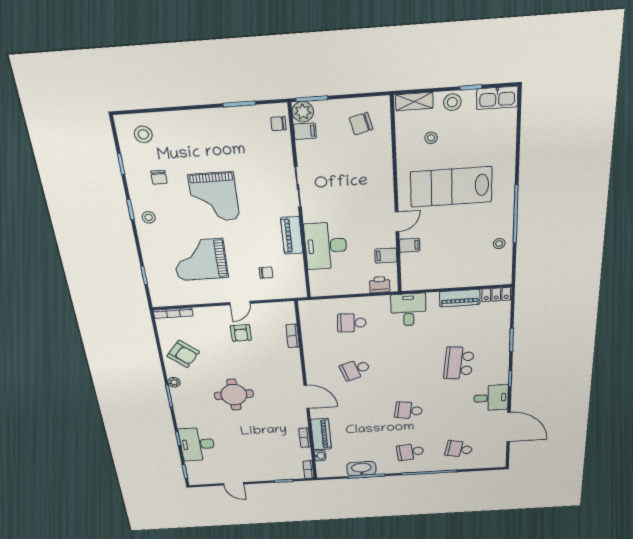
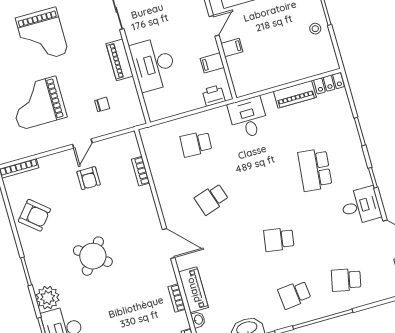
plant: (174, 382) -> (48, 298), moved, width x1.88, depth x1.88
round table: (234, 395) -> (93, 256), turned 38

